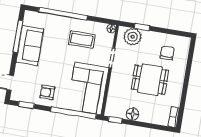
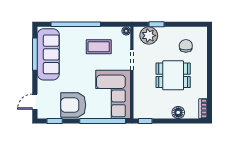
sofa: (30, 45) -> (48, 54), width x1.36
armchair: (47, 92) -> (73, 105), width x1.88, depth x1.88
floor lamp: (133, 114) -> (178, 112), moved

